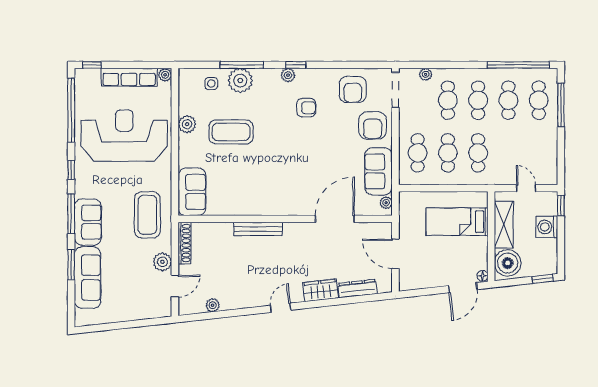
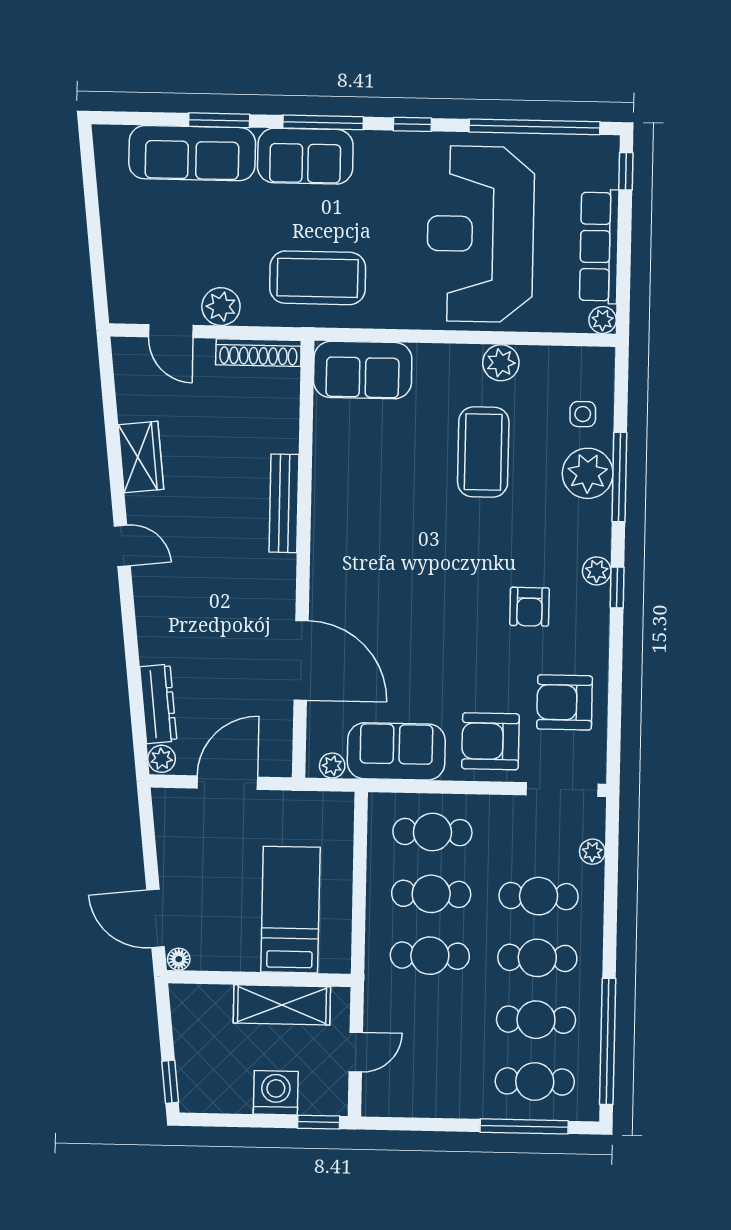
reception desk: (124, 136) -> (480, 234), turned 180
boiler: (508, 263) -> (204, 1011), removed
wardrobe: (321, 290) -> (141, 457), moved
plant: (213, 305) -> (162, 759), moved

